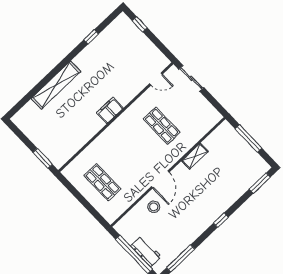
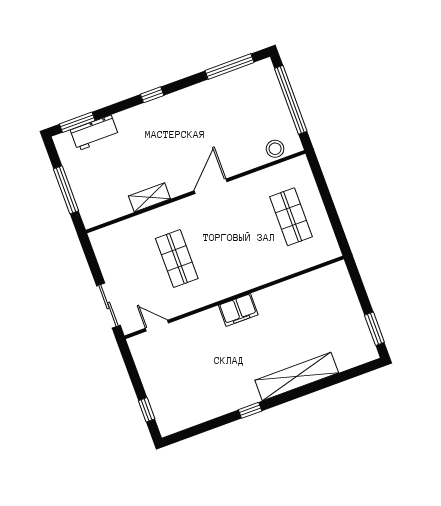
window: (91, 37) -> (250, 410), moved
window: (43, 158) -> (374, 329), moved
stool: (154, 207) -> (275, 149), moved
workbench: (146, 251) -> (95, 133), moved, turned -90

